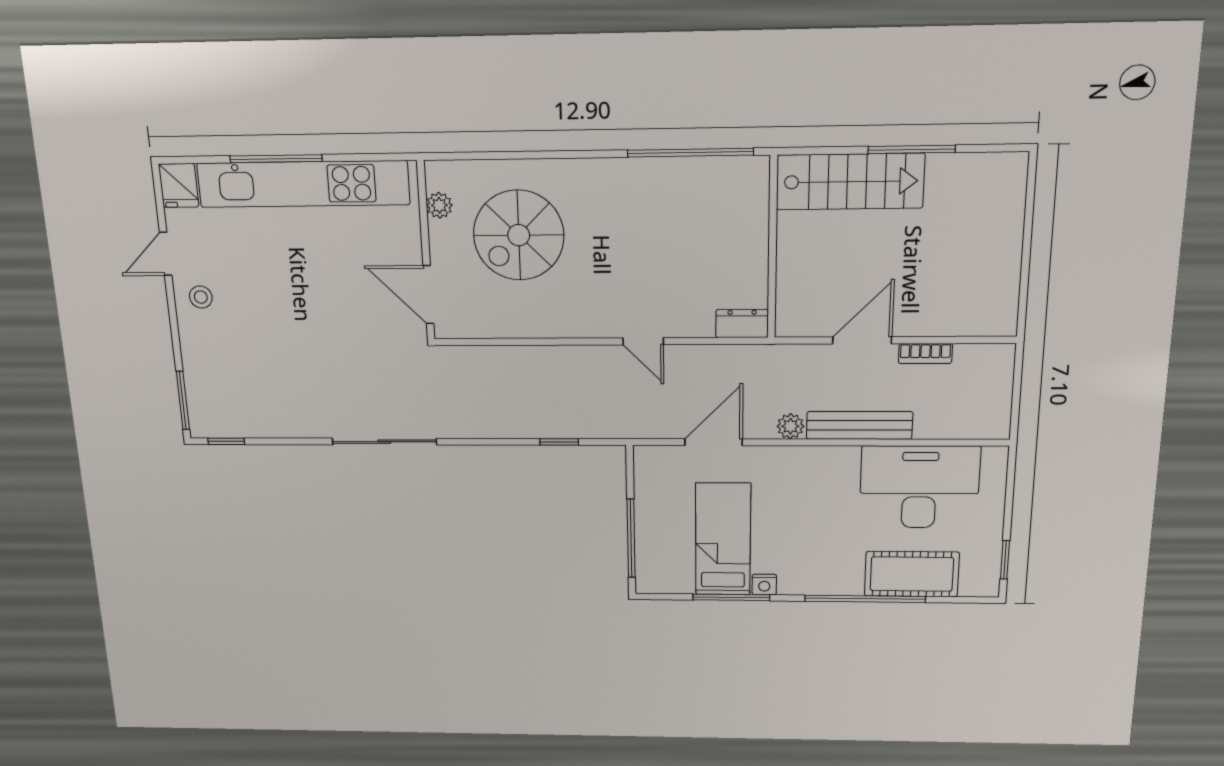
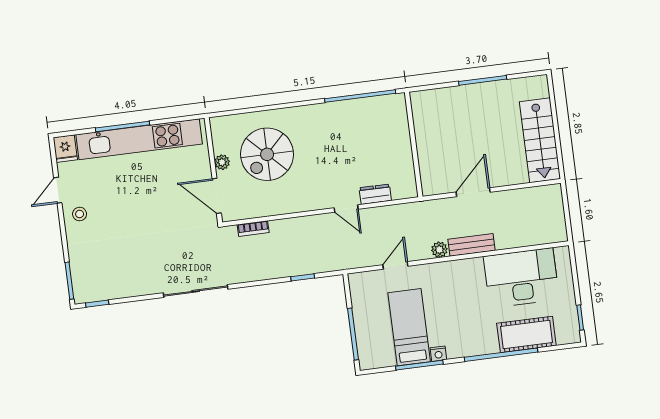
stairs: (850, 182) -> (540, 140), moved, turned 90
plant: (439, 205) -> (222, 162), moved
dresser: (742, 323) -> (375, 194), moved
bookcase: (925, 354) -> (253, 229), moved
bench: (859, 425) -> (472, 245), width x0.73
door: (713, 442) -> (395, 265), width x0.73

